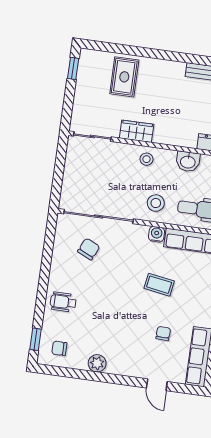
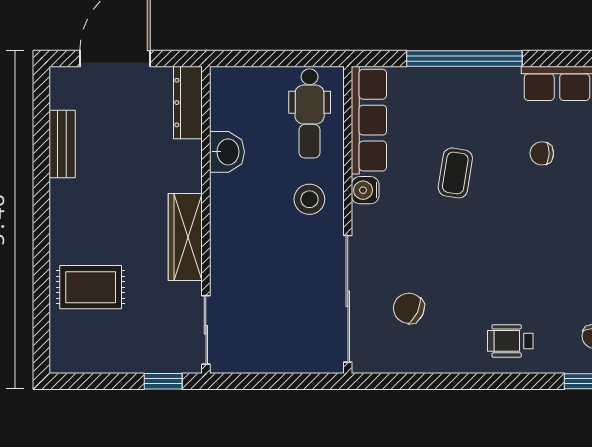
window: (73, 68) -> (163, 381), moved
wardrobe: (137, 131) -> (185, 237), width x1.50
stool: (146, 159) -> (233, 227), removed
wheelchair: (63, 302) -> (510, 341), turned 90

